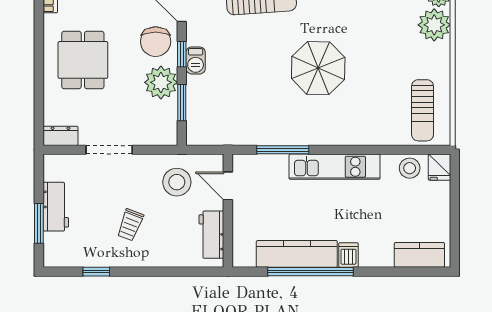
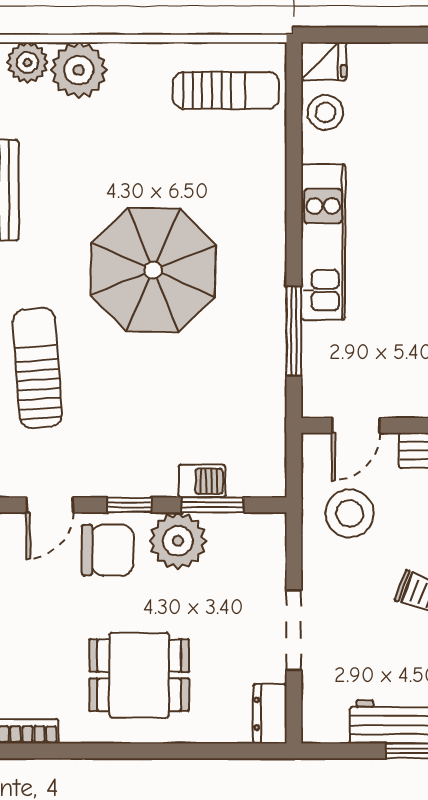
barbecue: (196, 60) -> (202, 481), moved
parasol: (318, 68) -> (153, 270), width x1.36, depth x1.36

